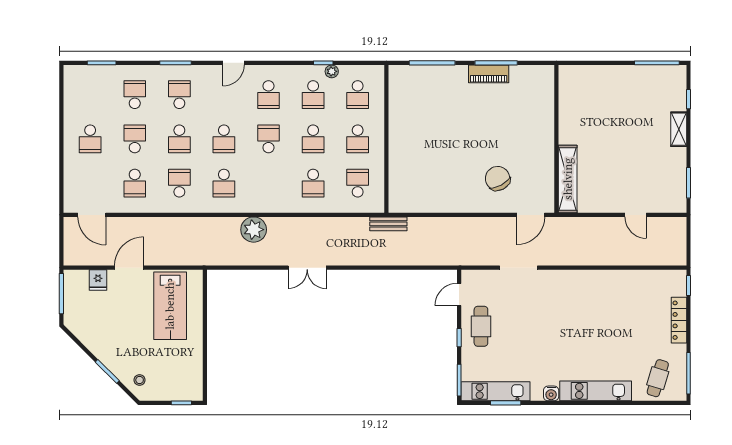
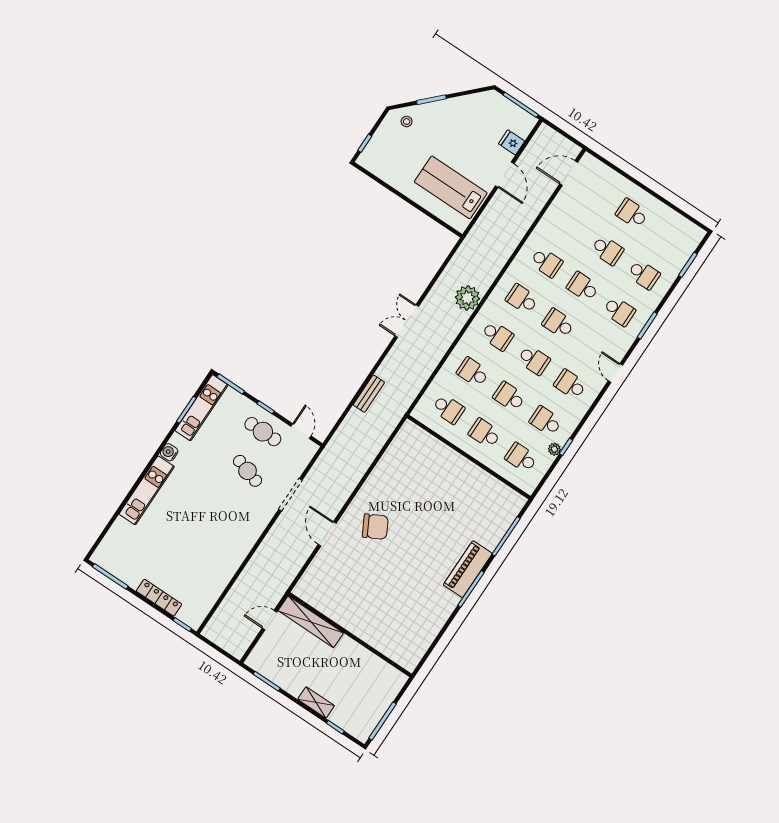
piano: (489, 74) -> (468, 569), width x1.37, depth x1.33
wall: (556, 139) -> (350, 635), moved
shelving: (568, 179) -> (311, 622), moved
school desk: (135, 183) -> (497, 336), moved, turned 180
bench: (388, 224) -> (369, 394), moved
cafe table: (658, 378) -> (248, 471), moved

